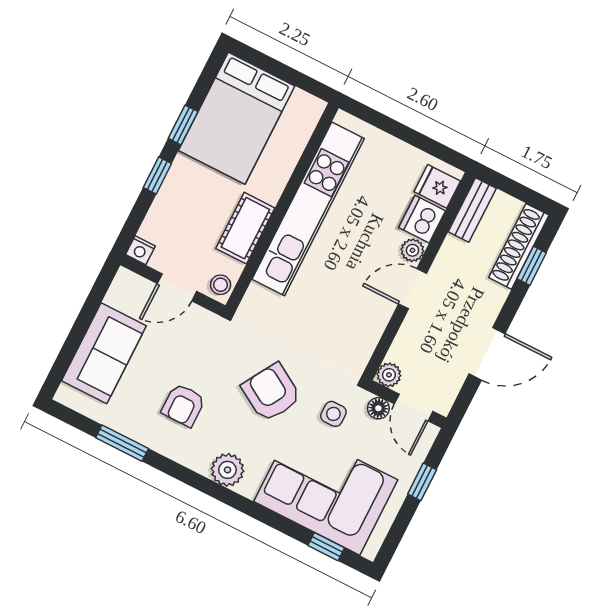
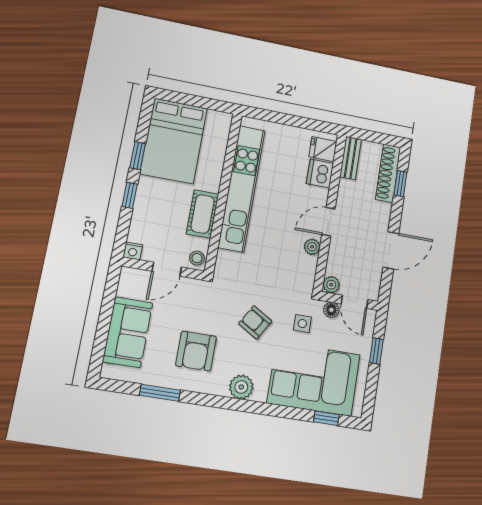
plant: (412, 250) -> (312, 247), moved
armchair: (271, 393) -> (255, 322), width x0.72, depth x0.72
armchair: (183, 405) -> (196, 351), width x1.38, depth x1.38

